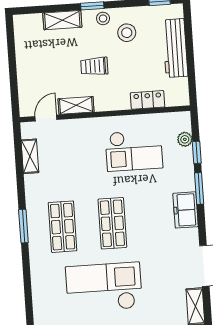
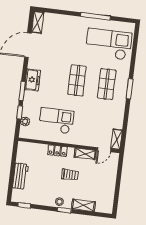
stool: (127, 33) -> (47, 191), removed
workbench: (175, 48) -> (20, 176), width x0.73
locker: (148, 100) -> (57, 151), moved
shelving: (30, 156) -> (117, 139), moved
checkout: (104, 287) -> (109, 44), moved, turned 180

